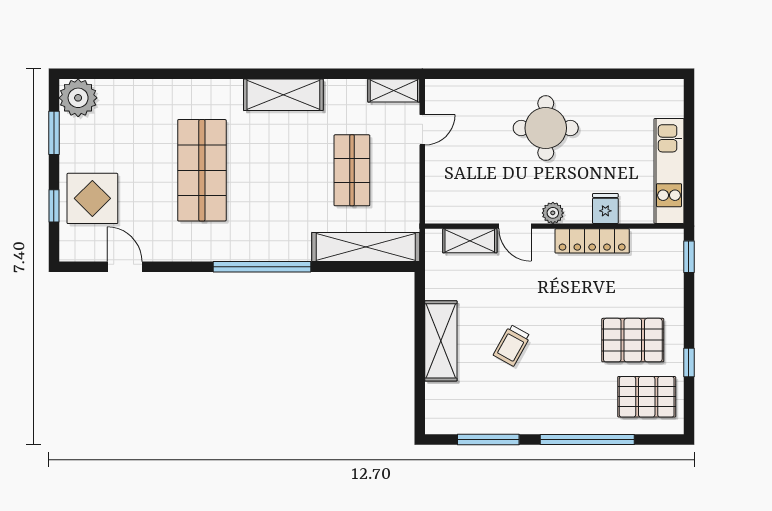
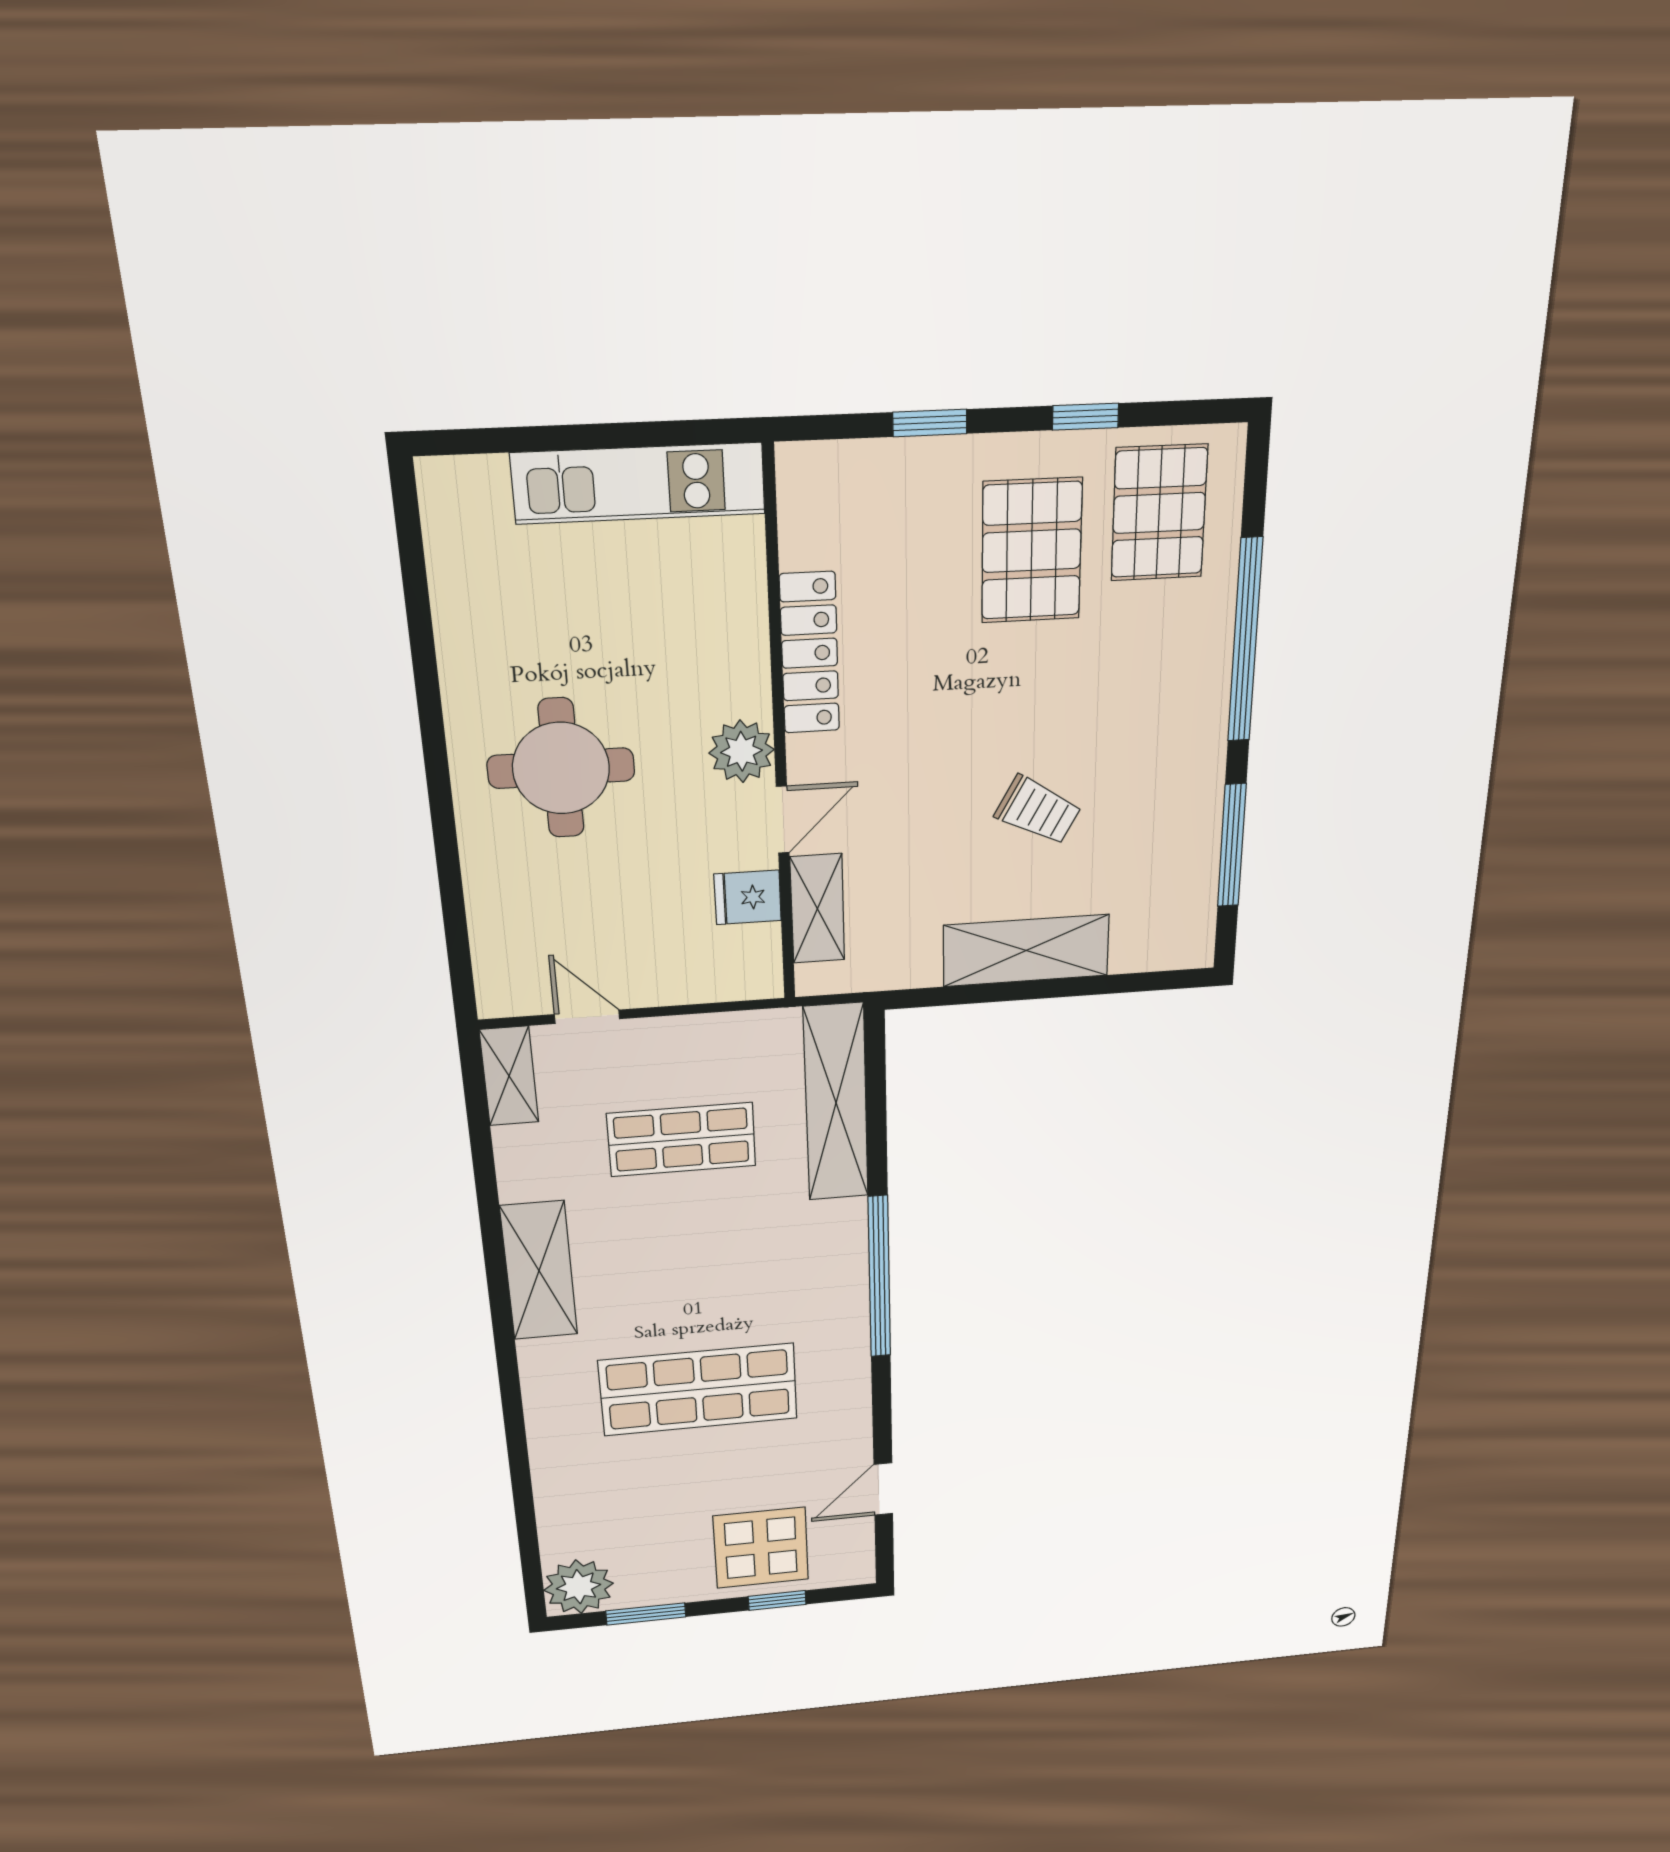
fridge: (605, 208) -> (748, 897), moved
plant: (553, 213) -> (742, 751), width x1.38, depth x1.38
window: (689, 257) -> (930, 423), moved

